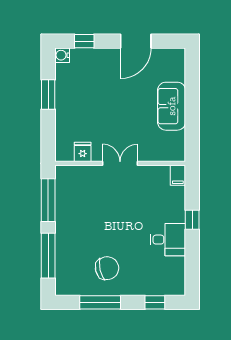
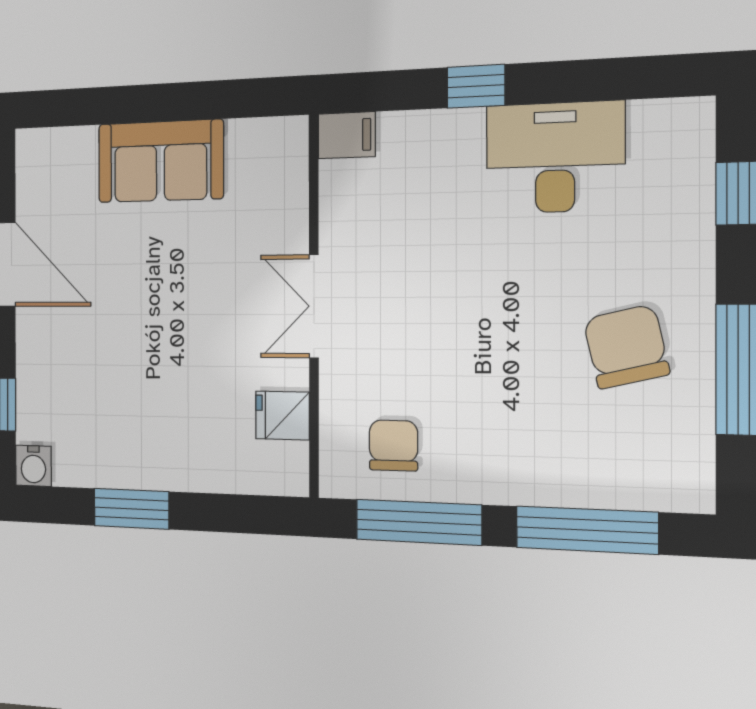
chair: (73, 191) -> (393, 445), added
desk: (168, 240) -> (555, 157), width x1.37

